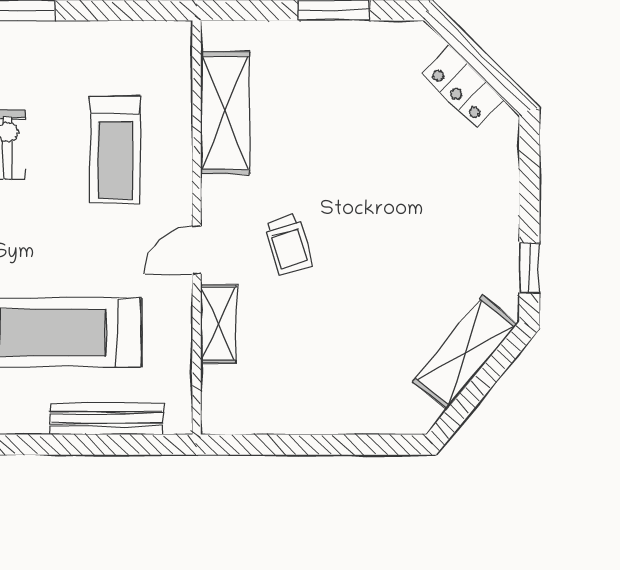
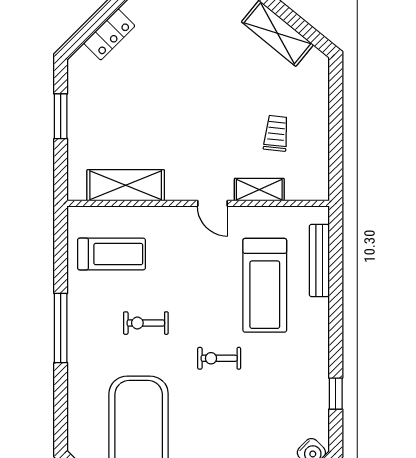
treadmill: (115, 150) -> (111, 254), moved
trolley: (289, 245) -> (276, 133), moved, turned -67

